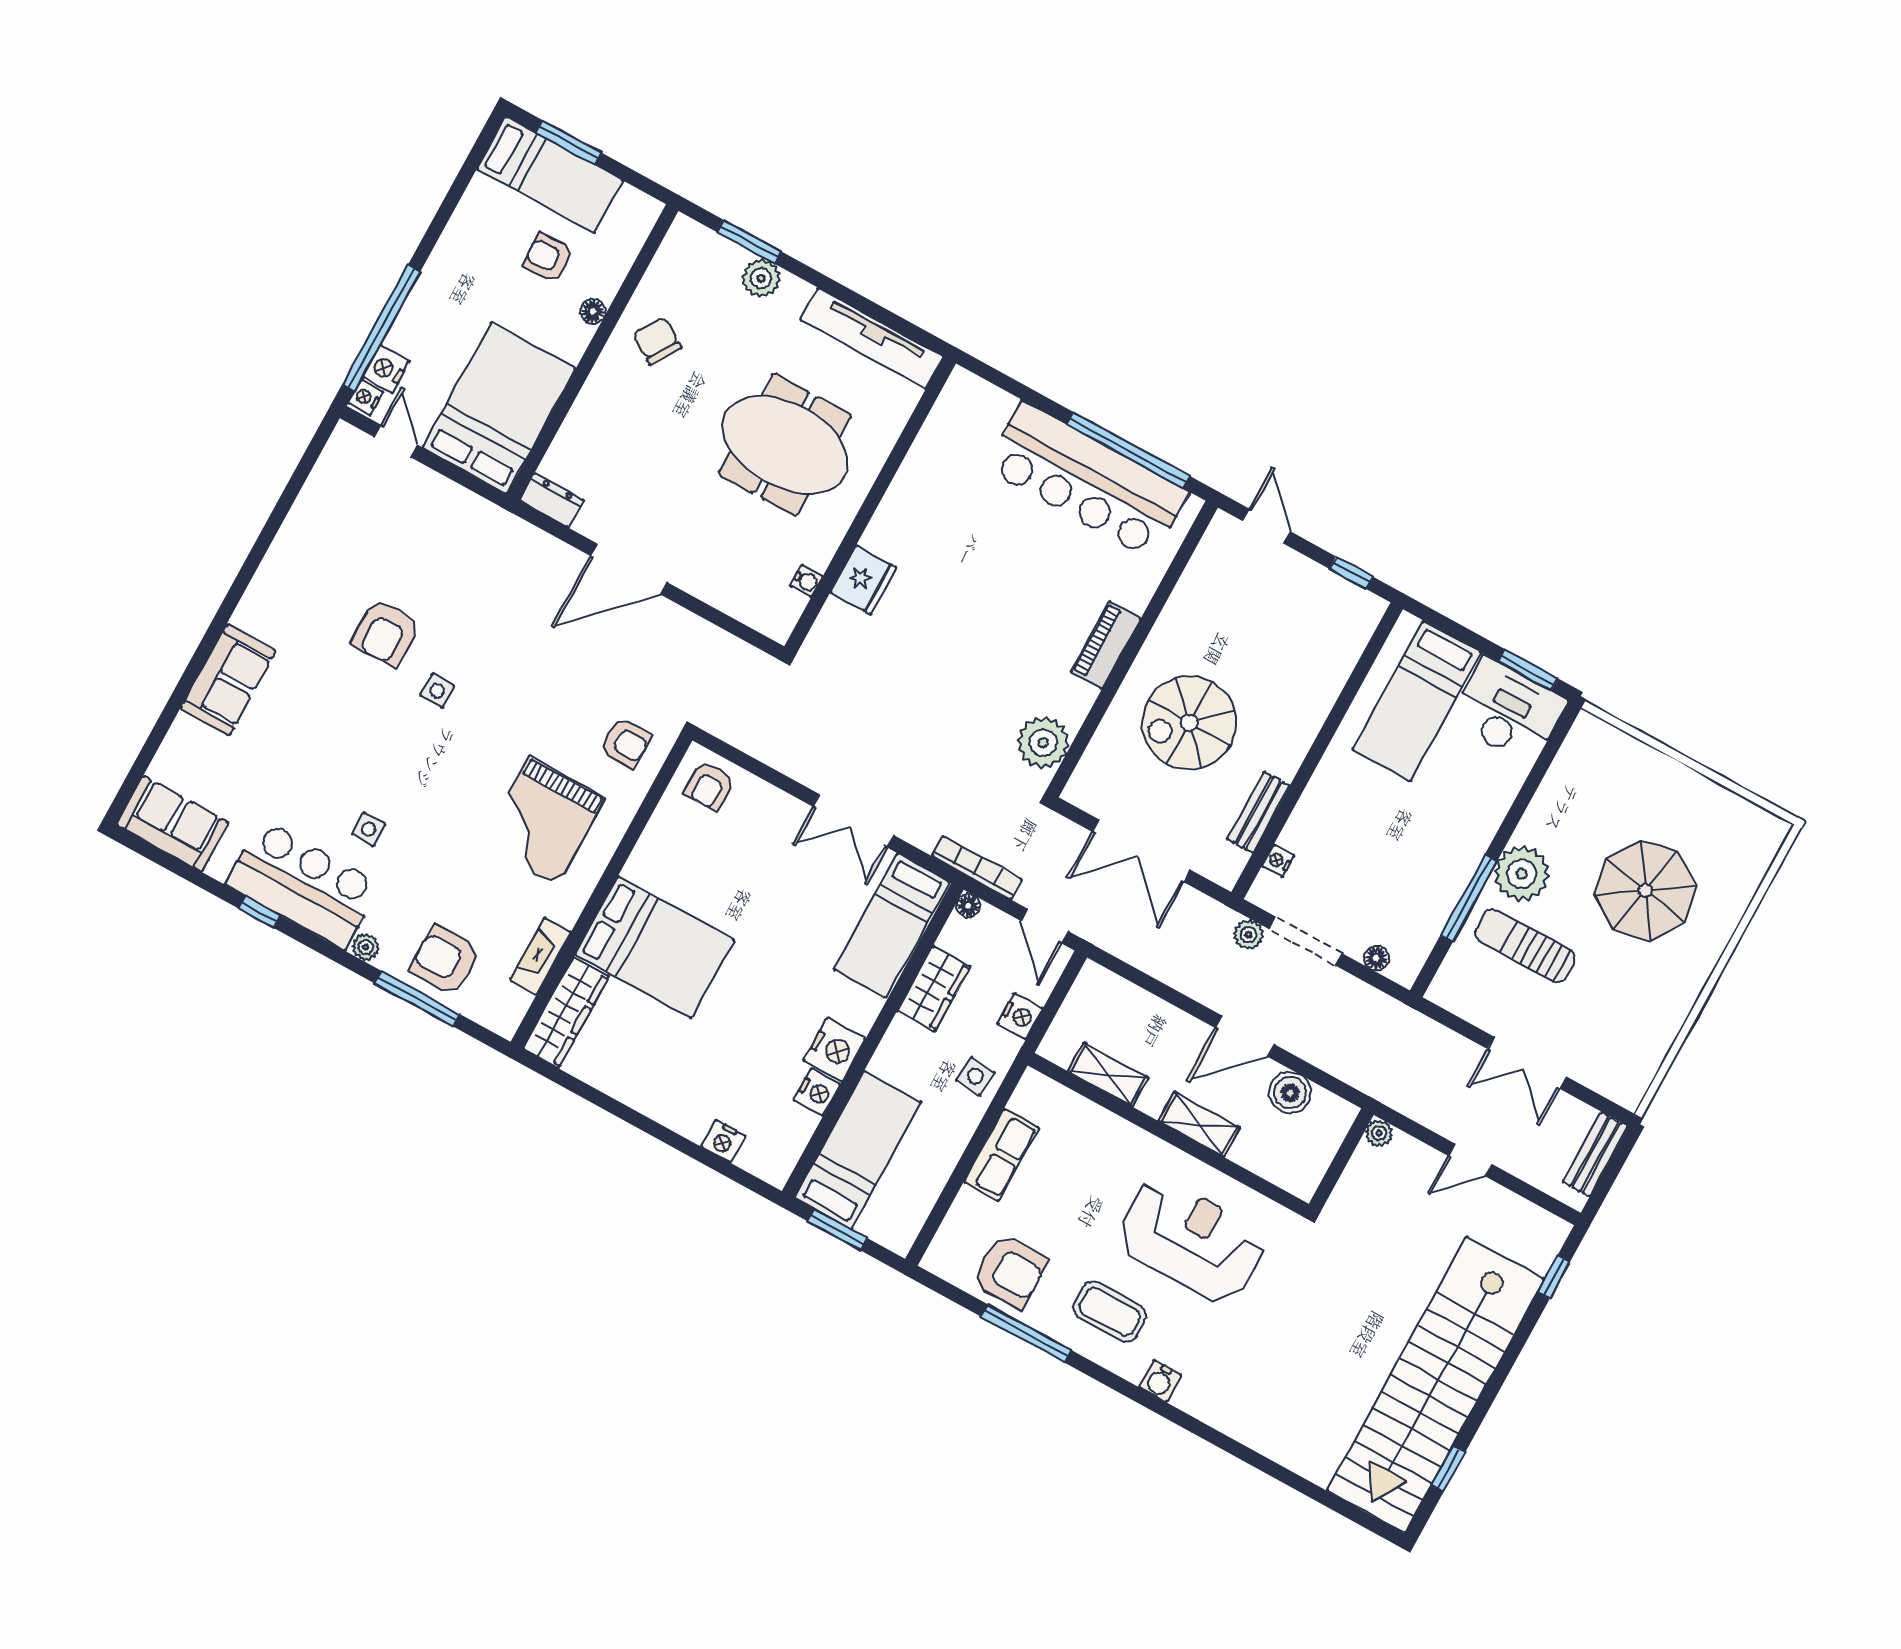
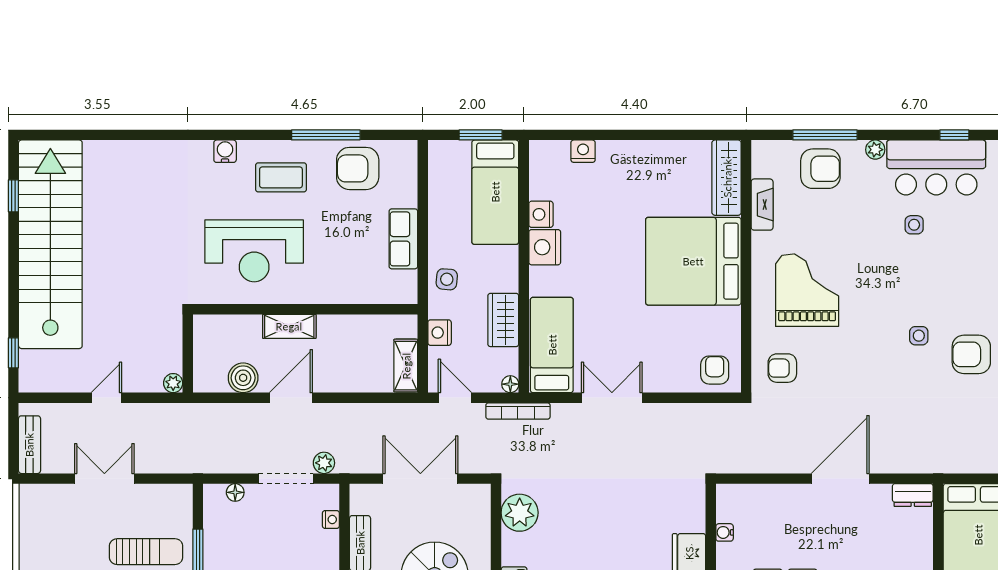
armchair: (386, 633) -> (971, 354), turned -90
bed: (655, 947) -> (693, 261), width x1.36
shelving: (1108, 1075) -> (406, 366), moved, turned 90

